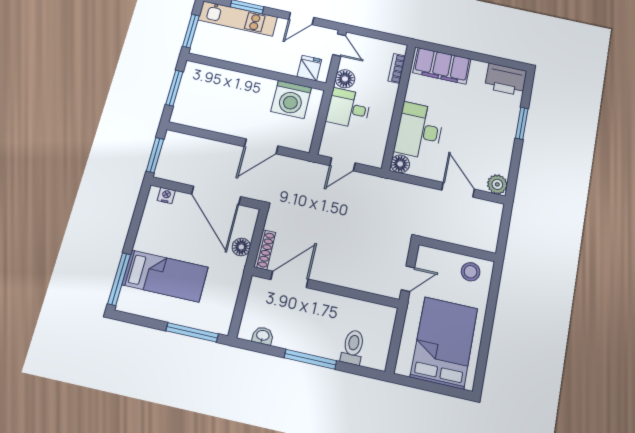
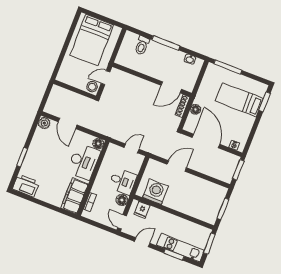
filing cabinet: (442, 66) -> (74, 196), moved, turned -90
stool: (471, 272) -> (92, 87), moved
window: (119, 279) -> (265, 102), width x0.69

